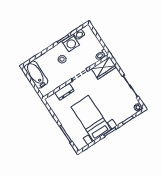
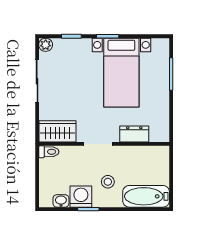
bathtub: (36, 75) -> (146, 196), moved, turned 90

